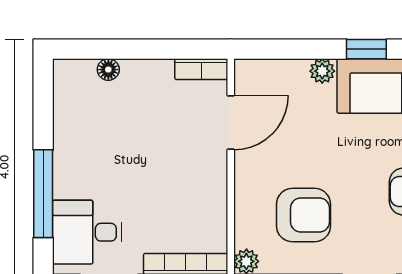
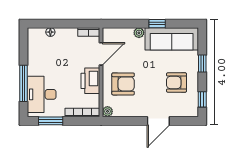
printer: (205, 187) -> (90, 81), added
armchair: (304, 215) -> (123, 84), moved
desk: (87, 232) -> (42, 94), width x1.37

